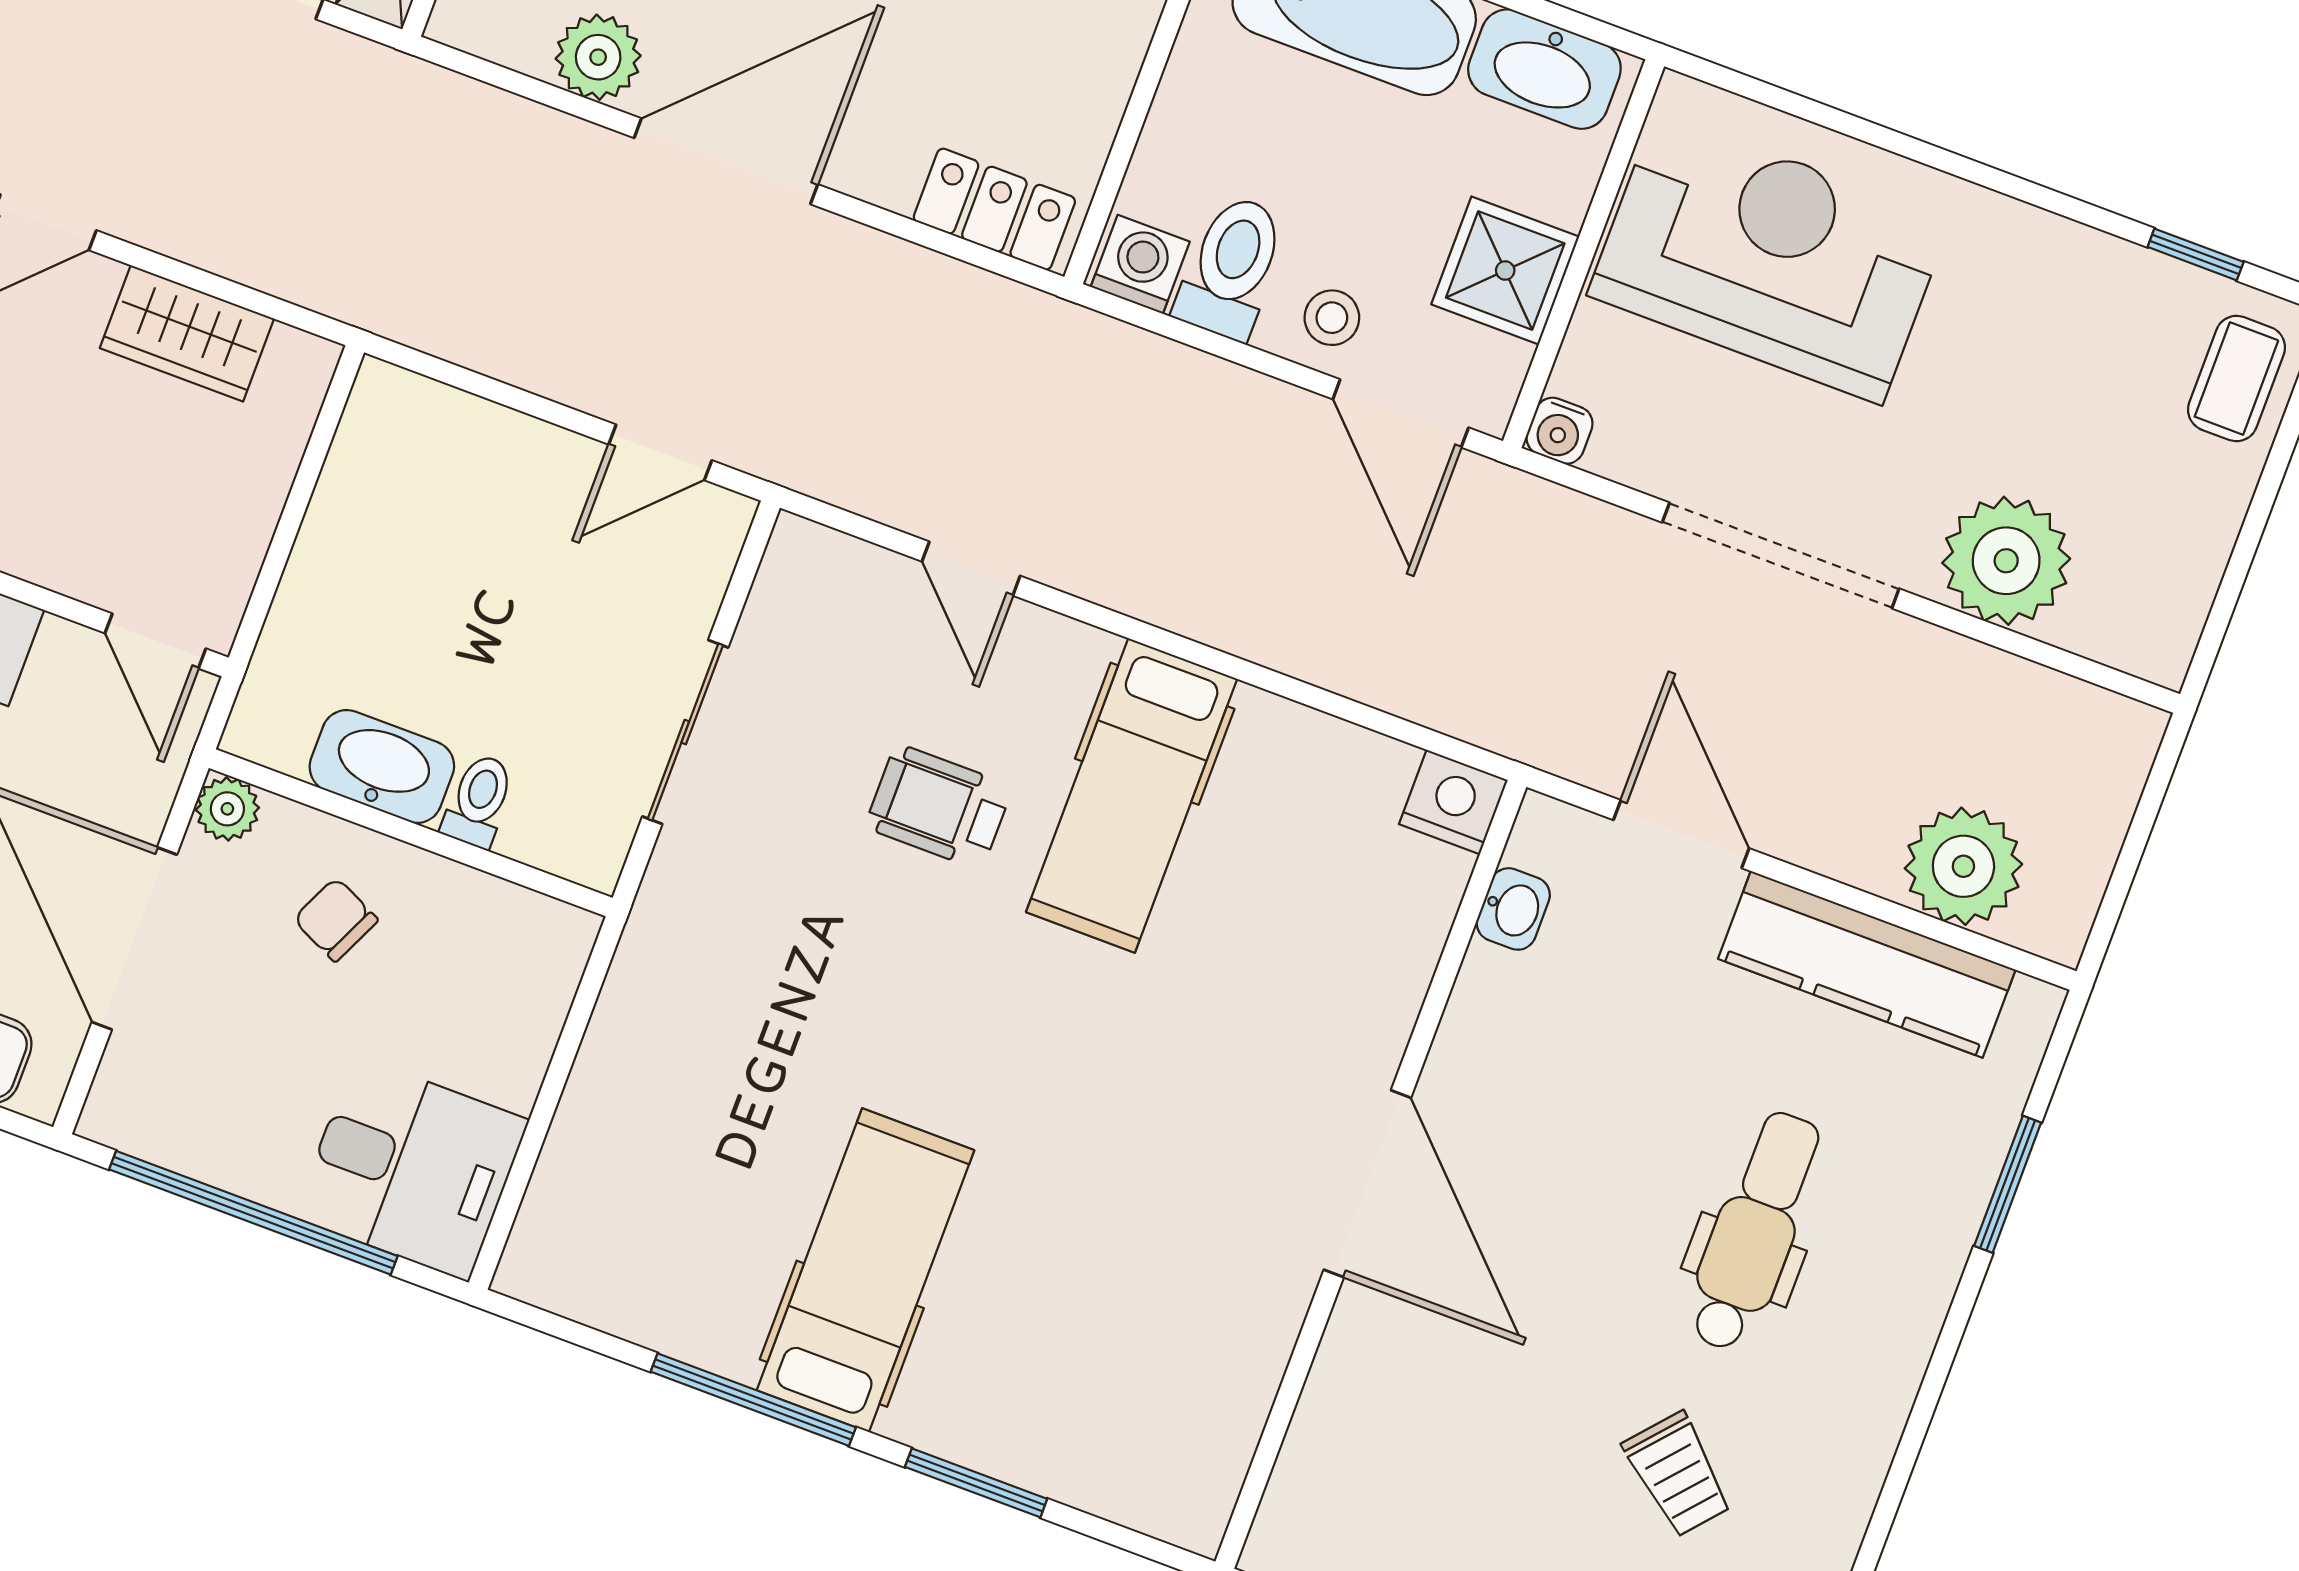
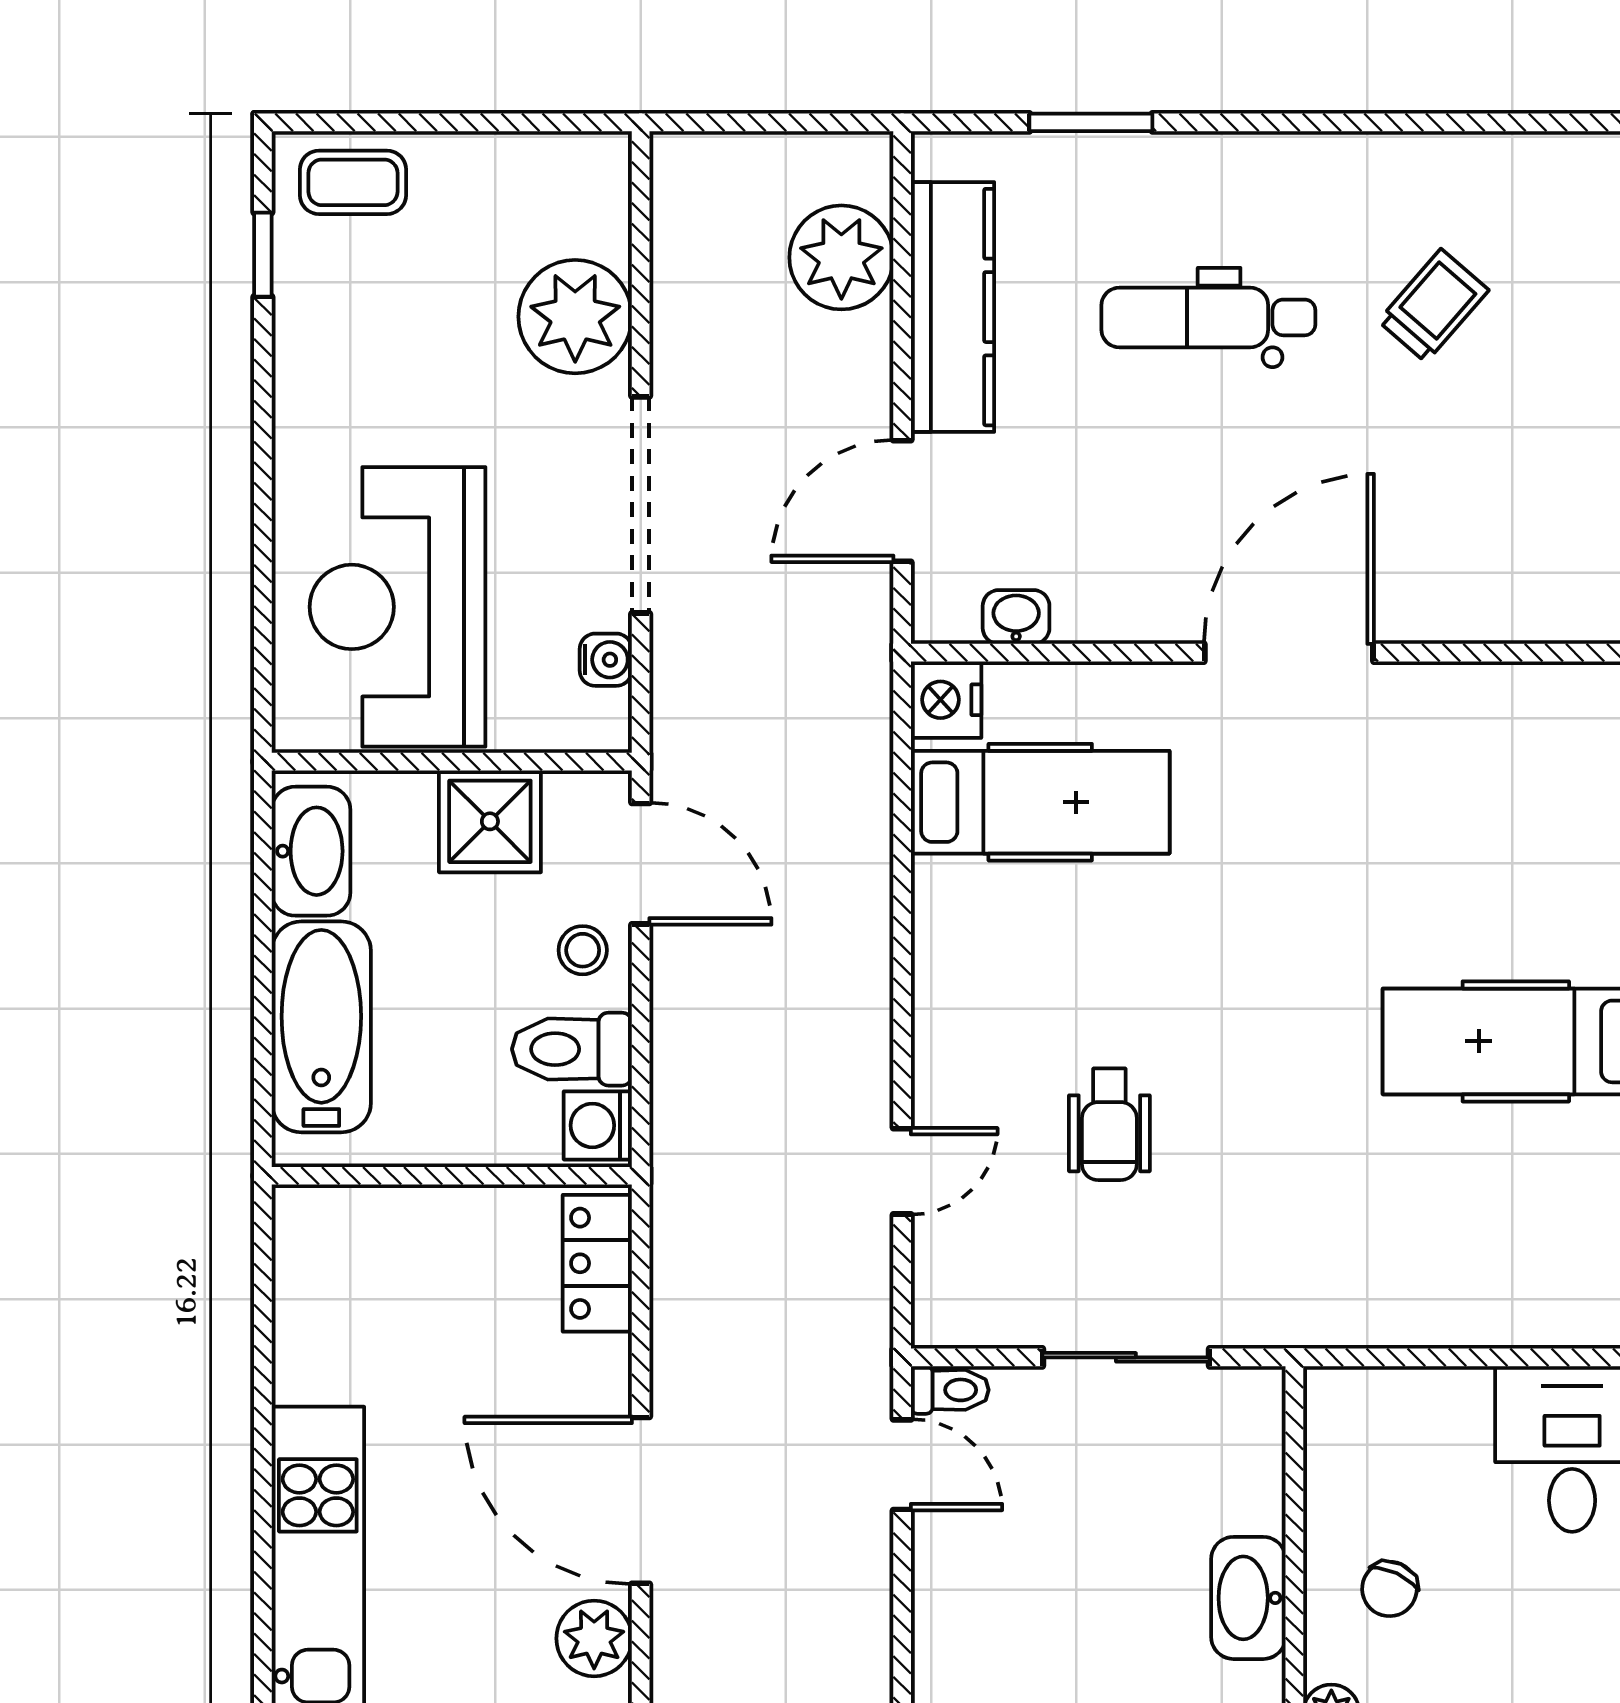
door: (1401, 413) -> (641, 864), hinge flipped
water cooler: (1559, 431) -> (606, 660), moved
hospital bed: (1132, 795) -> (1040, 802), moved
toilet: (479, 801) -> (950, 1390), moved, turned 180

